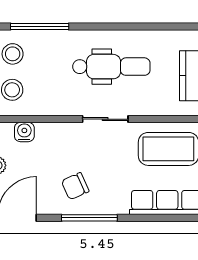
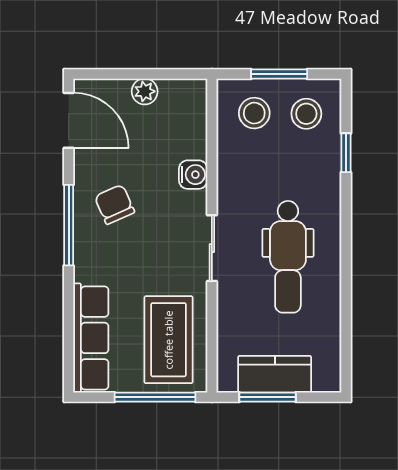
window: (40, 27) -> (346, 153), width x0.46
water cooler: (24, 132) -> (193, 175), moved

